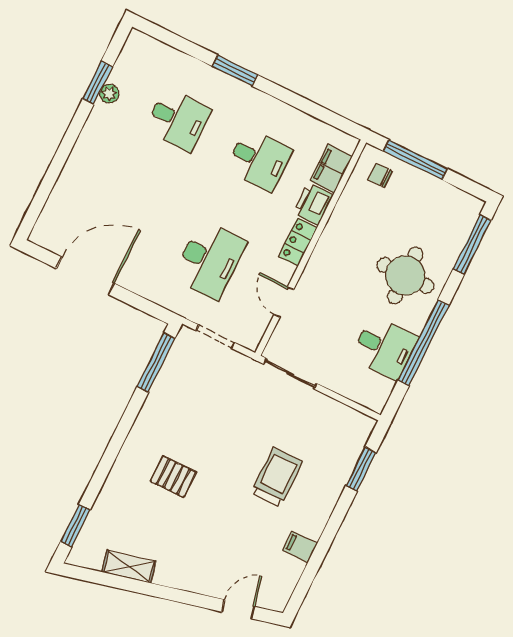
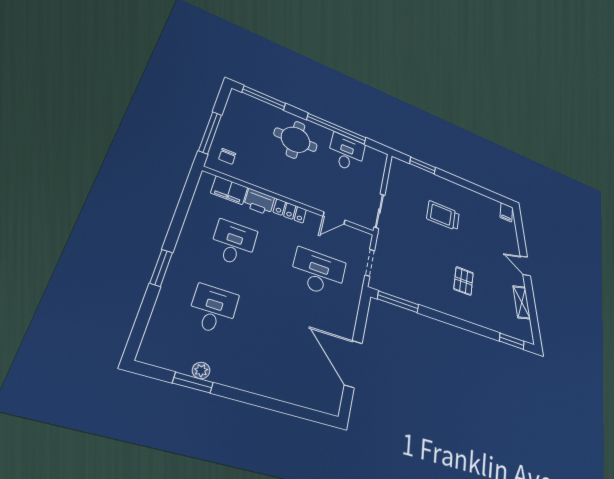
filing cabinet: (300, 547) -> (506, 212), moved
door: (238, 609) -> (525, 266), moved

